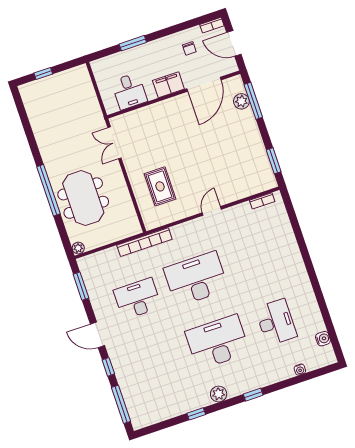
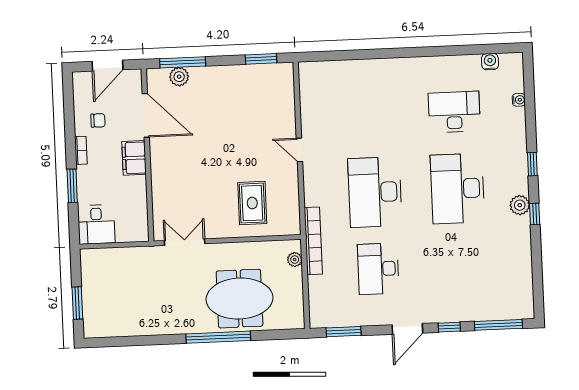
bookcase: (212, 25) -> (81, 150), moved
window: (43, 74) -> (77, 303), width x1.50
desk: (129, 91) -> (96, 224), moved, turned 90
double door: (115, 143) -> (185, 242), swing flipped
rug: (160, 186) -> (252, 203), turned 90
bookcase: (262, 201) -> (305, 86), removed
plant: (78, 248) -> (295, 260), moved
window: (196, 414) -> (535, 214), moved

